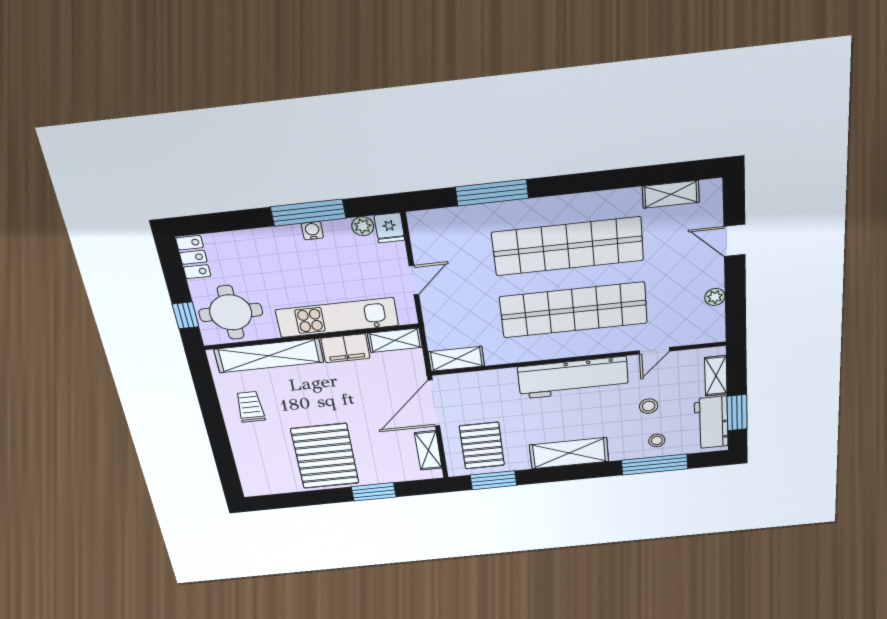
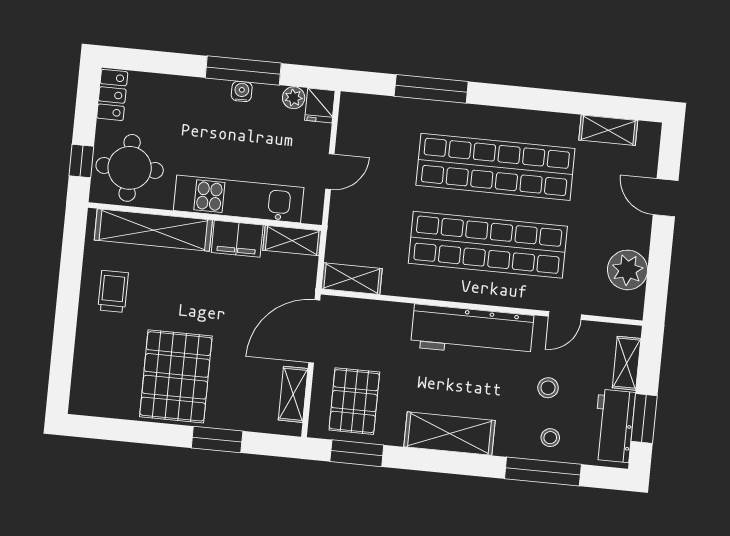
plant: (715, 297) -> (627, 270), width x1.87, depth x1.87

